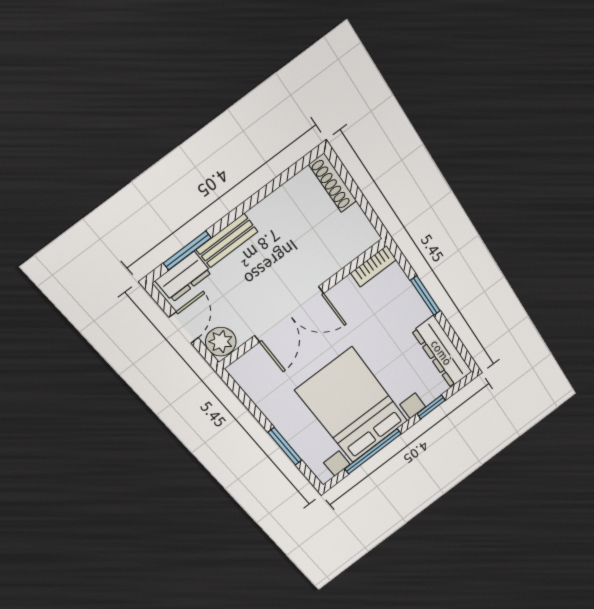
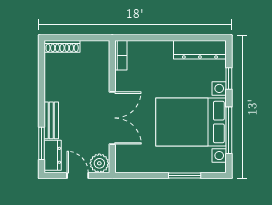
window: (425, 296) -> (159, 38), removed

